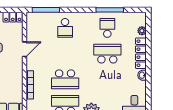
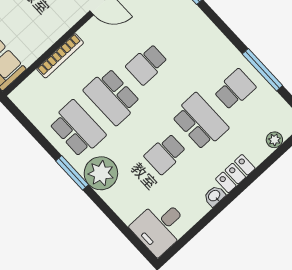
school desk: (65, 28) -> (147, 64), moved
locker: (141, 53) -> (235, 174), width x0.66
school desk: (107, 79) -> (165, 154), added

